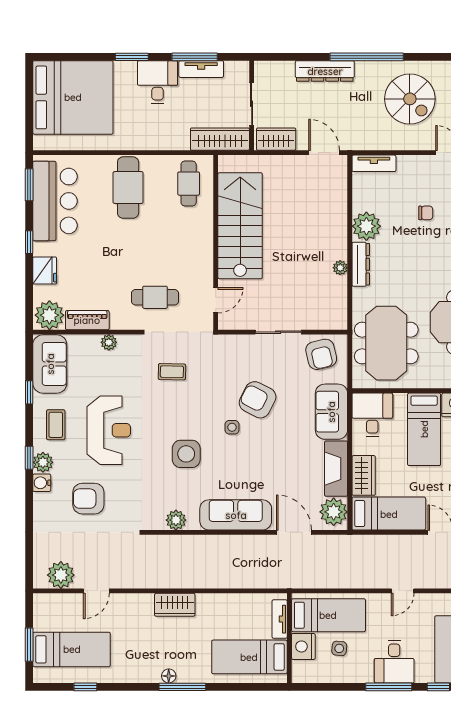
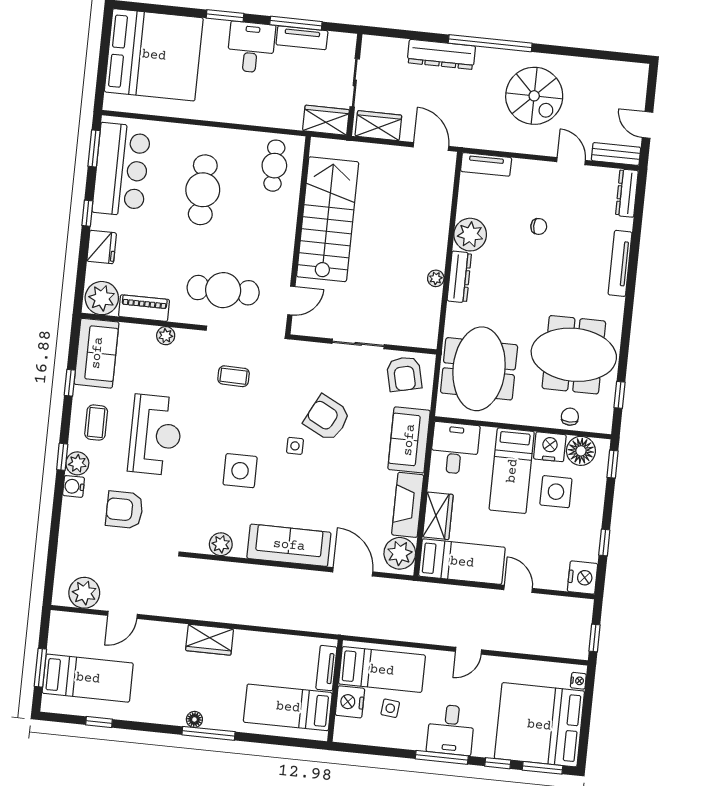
wardrobe: (220, 139) -> (326, 120), width x0.67
cafe table: (128, 188) -> (203, 190), moved
cafe table: (155, 297) -> (223, 290), width x1.37, depth x1.35

